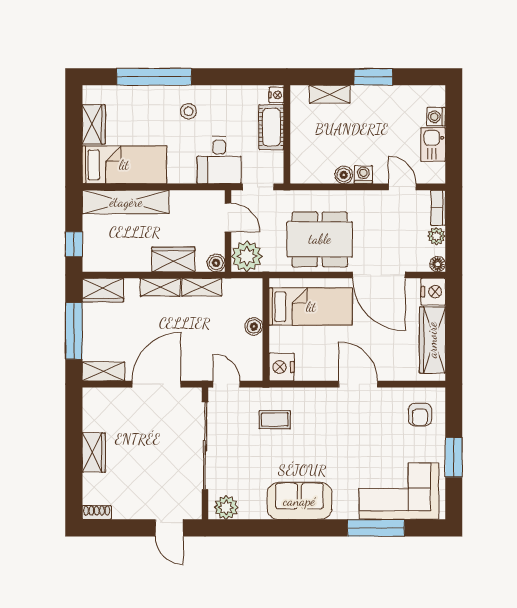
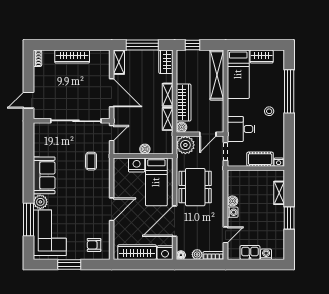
wardrobe: (173, 259) -> (184, 103), width x1.50
nightstand: (281, 367) -> (137, 165), moved
wardrobe: (94, 453) -> (72, 57), width x1.50
plant: (226, 507) -> (40, 202), moved

